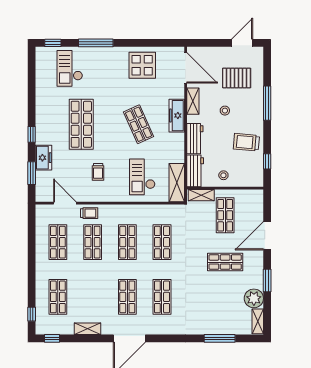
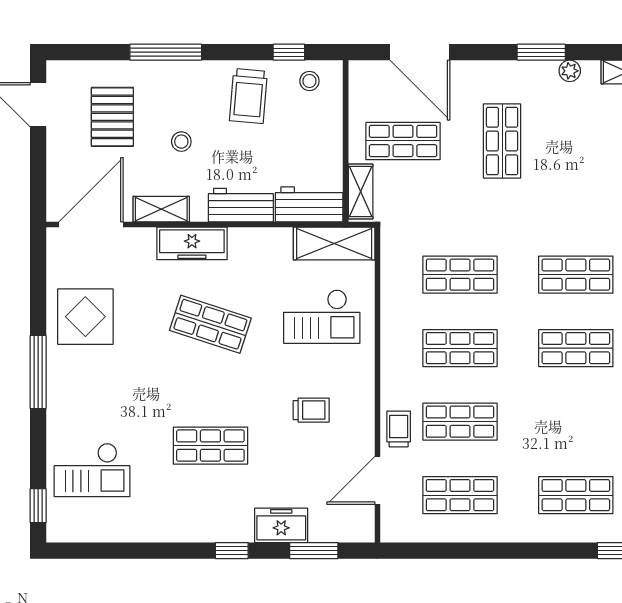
window: (96, 43) -> (38, 372), moved
shop shelf: (81, 124) -> (210, 446), width x0.70, depth x0.74
shop shelf: (139, 124) -> (210, 324), turned 42
stool: (223, 175) -> (309, 81), moved
door: (267, 236) -> (420, 52), moved
plant: (254, 298) -> (570, 71), width x0.53, depth x0.53

